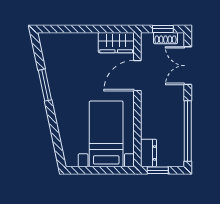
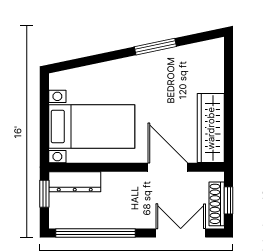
shoe rack: (166, 38) -> (217, 204), width x1.43
wardrobe: (116, 43) -> (211, 128), width x1.50
dresser: (149, 153) -> (75, 182), width x1.44

